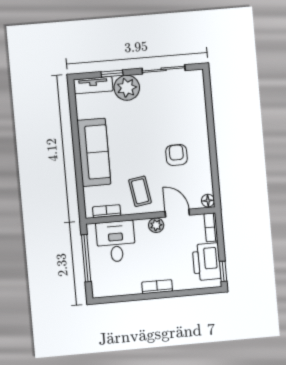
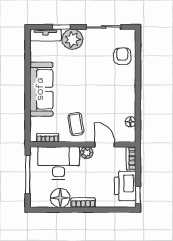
armchair: (176, 155) -> (122, 56), moved
floor lamp: (208, 201) -> (130, 122), moved
desk: (116, 241) -> (59, 163), width x1.37
floor lamp: (128, 283) -> (60, 198), added

